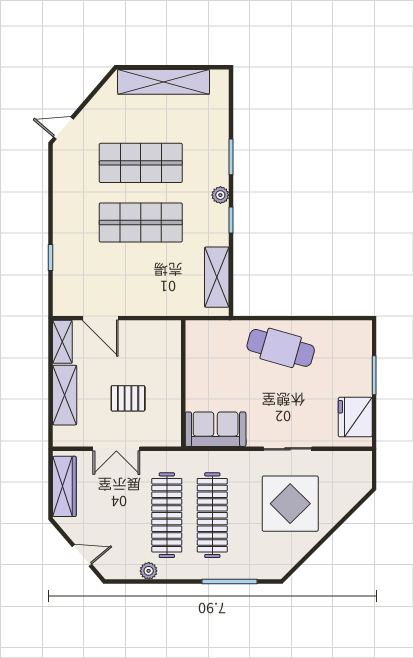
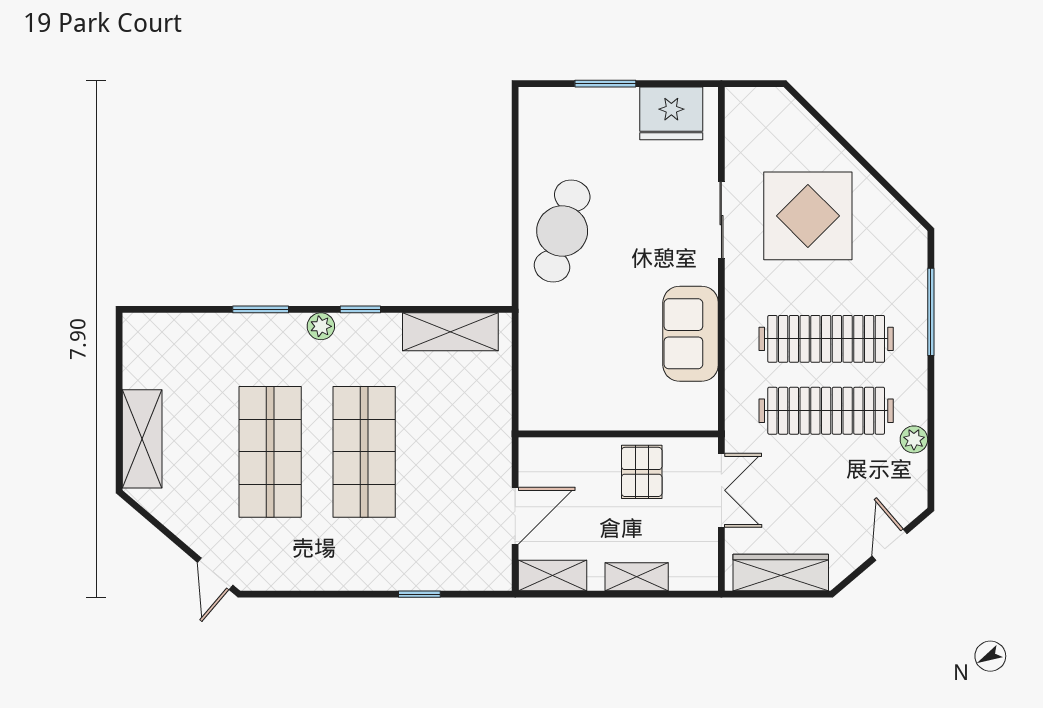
shelving: (164, 82) -> (142, 439), width x0.68
wall: (183, 383) -> (618, 434), moved
shelving: (65, 395) -> (637, 577), width x0.67, depth x0.75

